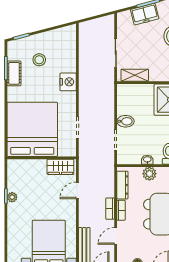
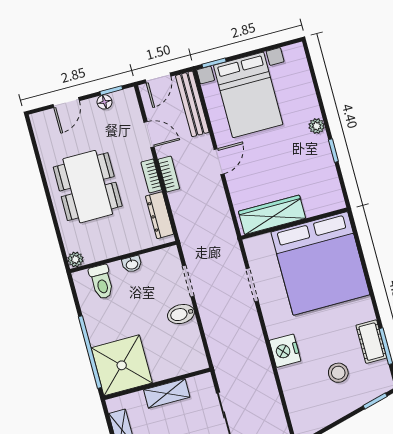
shelving: (135, 75) -> (167, 393), moved
wardrobe: (60, 167) -> (272, 215), width x1.50
plant: (149, 174) -> (123, 244), removed
door: (77, 190) -> (219, 162), moved
plant: (12, 197) -> (317, 126), moved
door: (116, 236) -> (149, 135), hinge flipped

